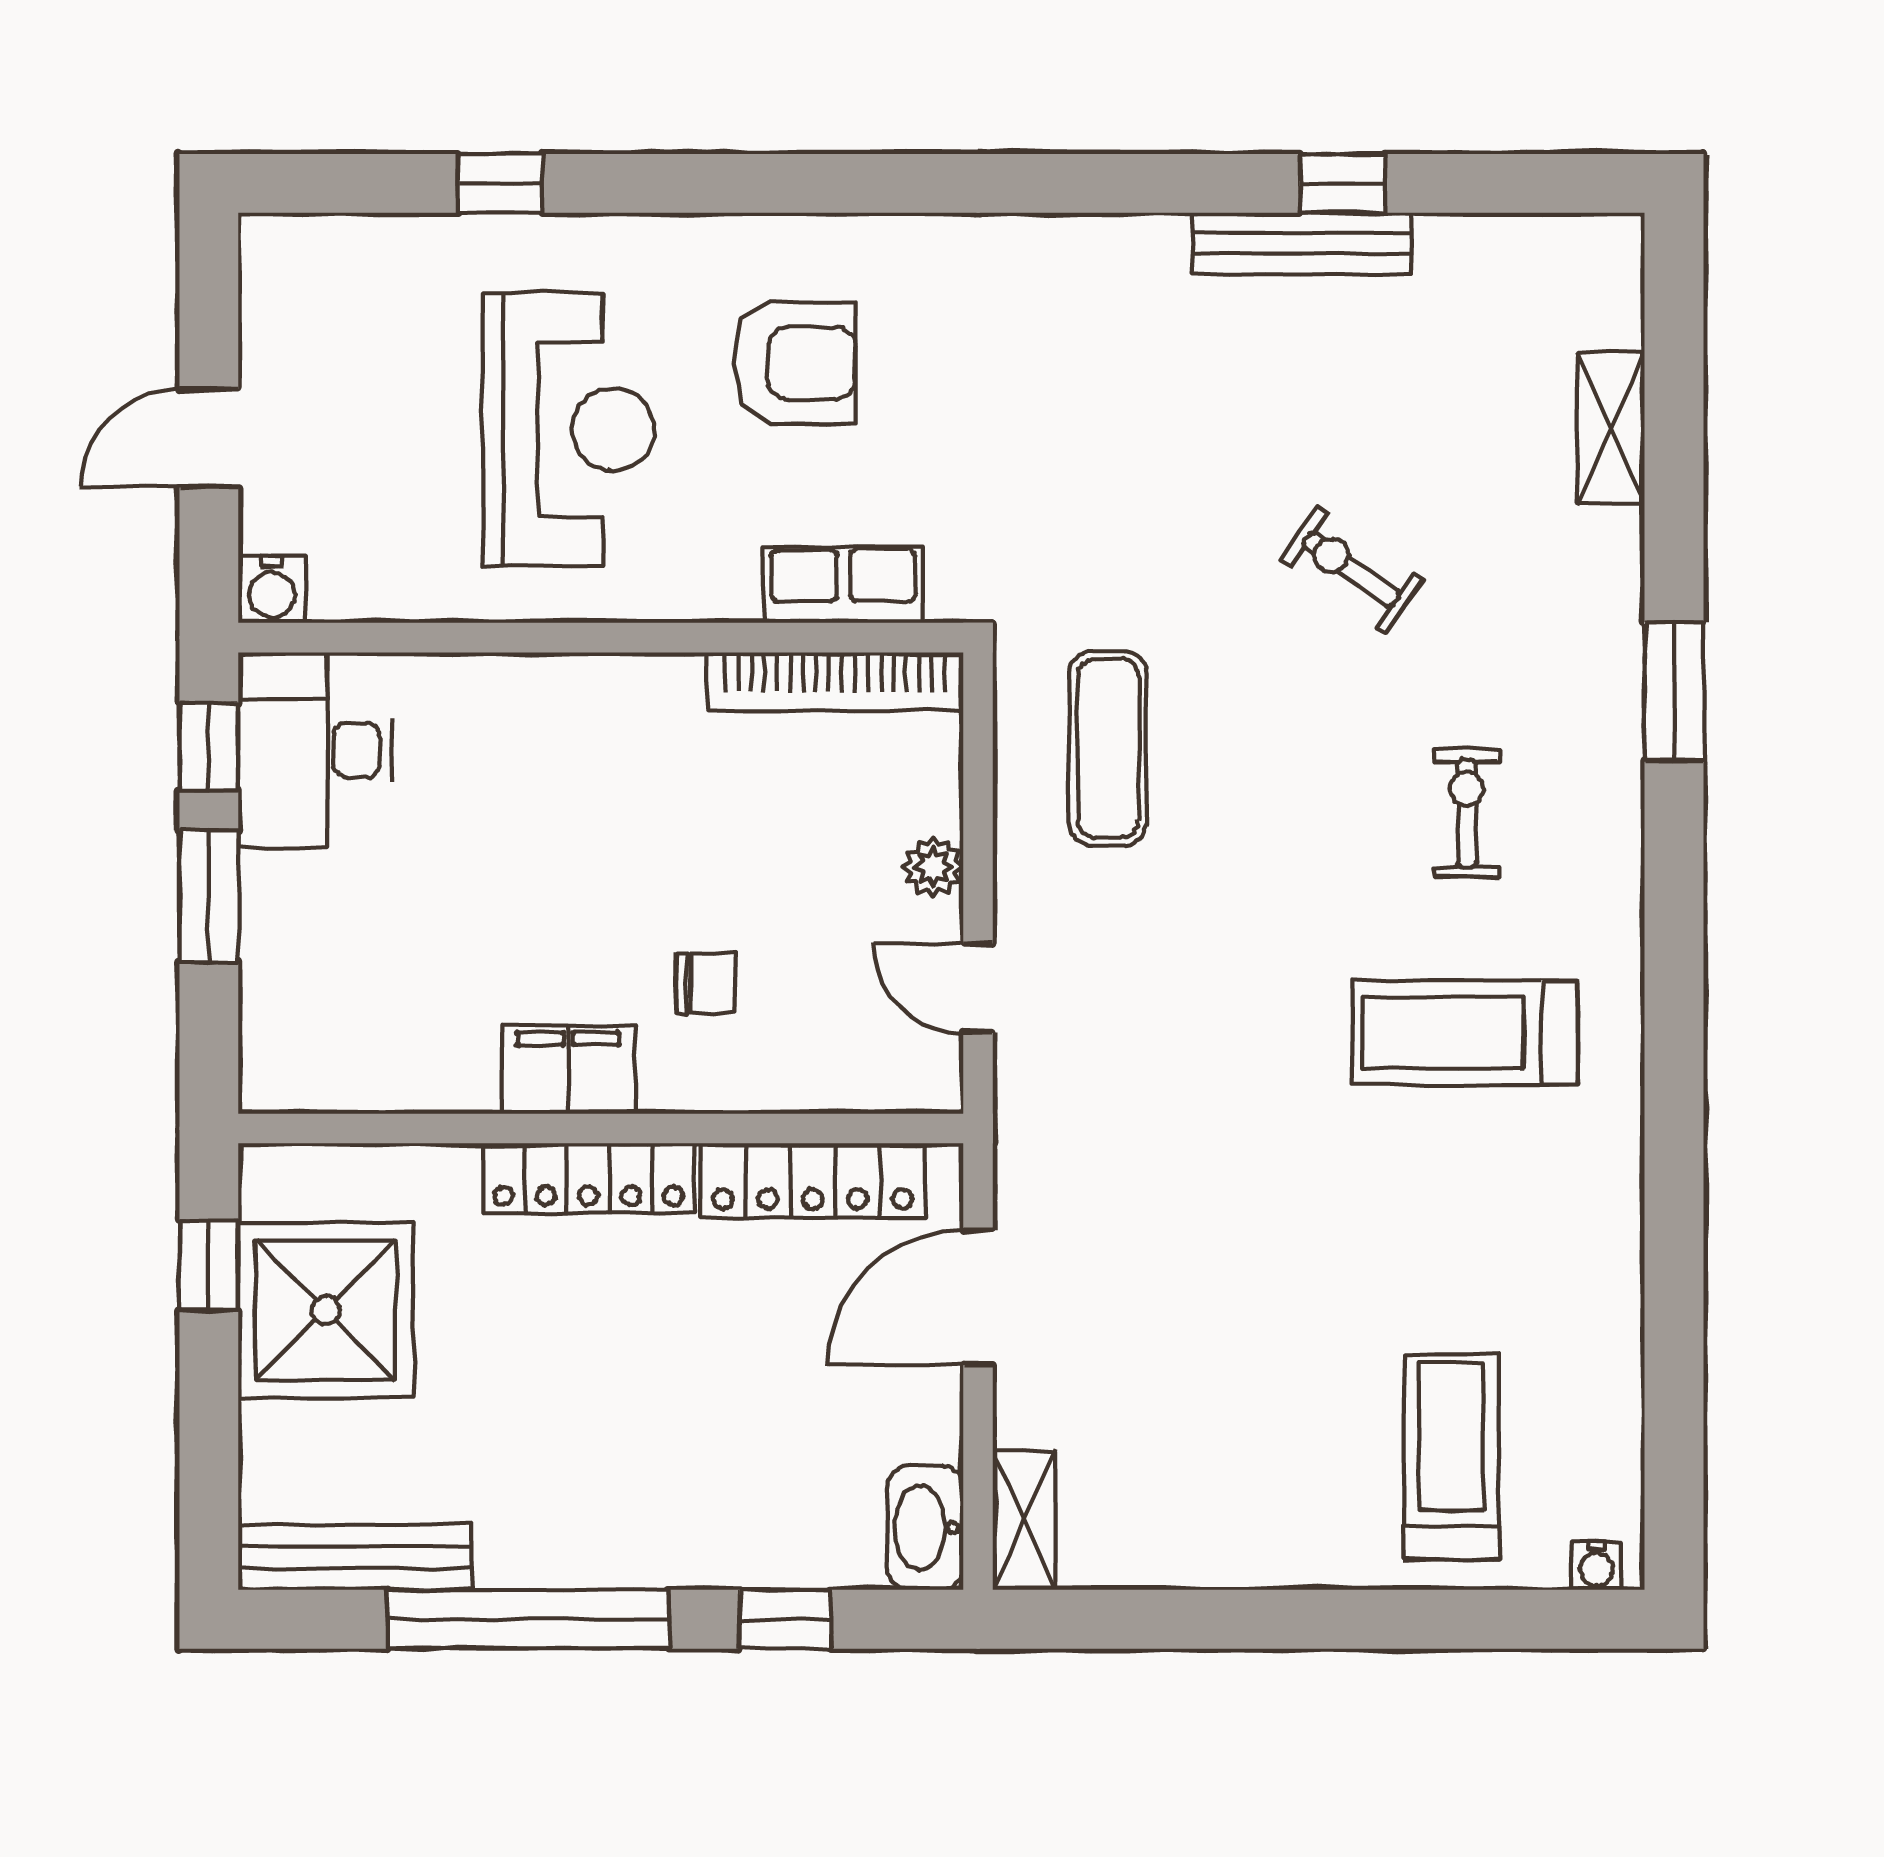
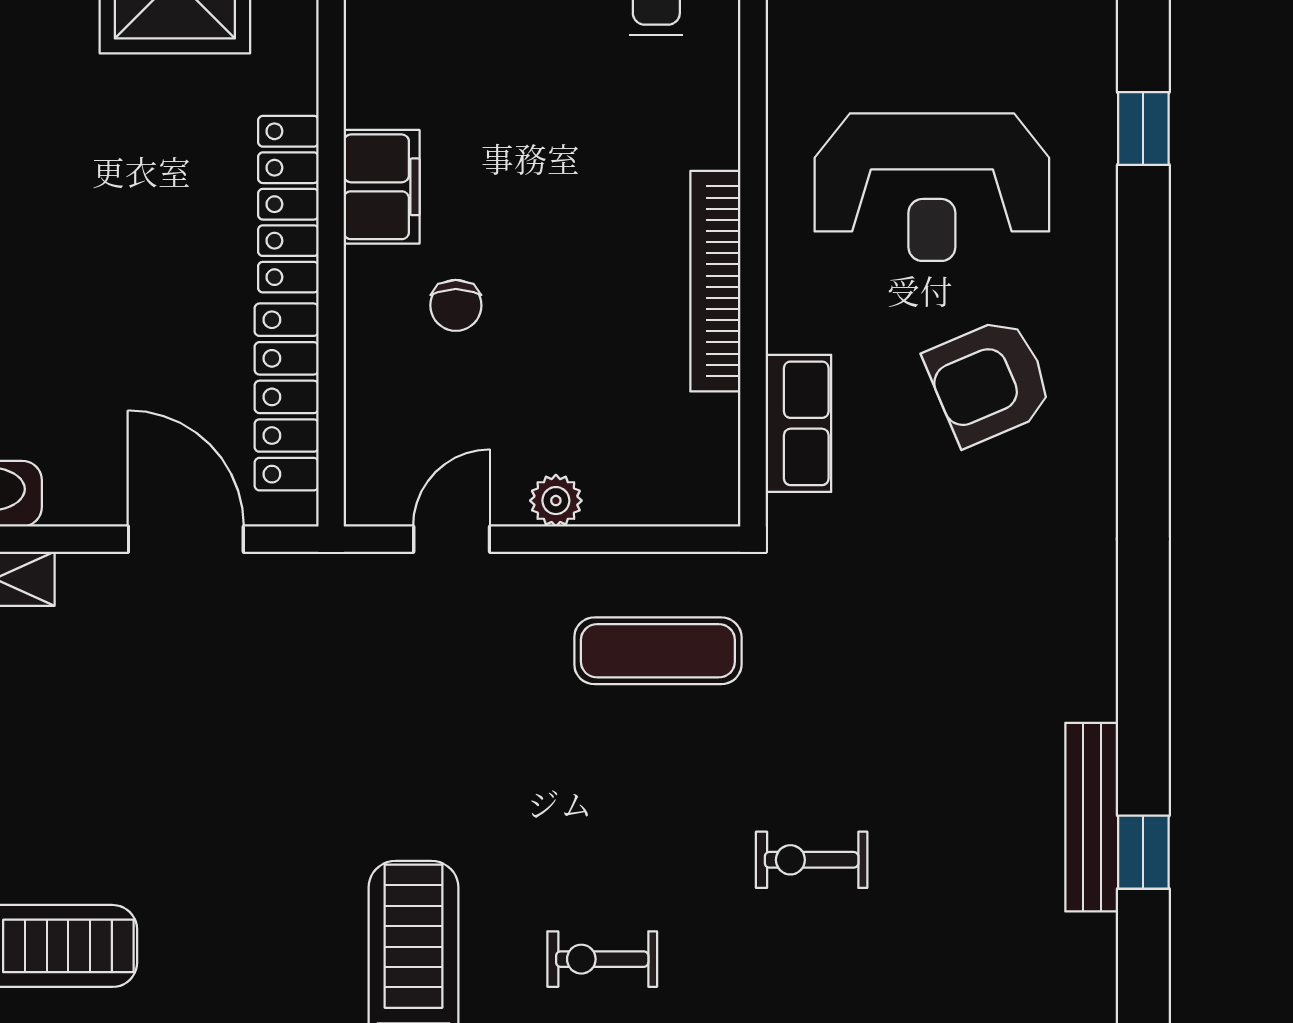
armchair: (795, 363) -> (989, 381), turned 67
exercise bike: (1351, 569) -> (812, 860), turned -125
bookcase: (835, 681) -> (715, 281), moved
exercise bike: (1467, 813) -> (602, 959), turned 180

